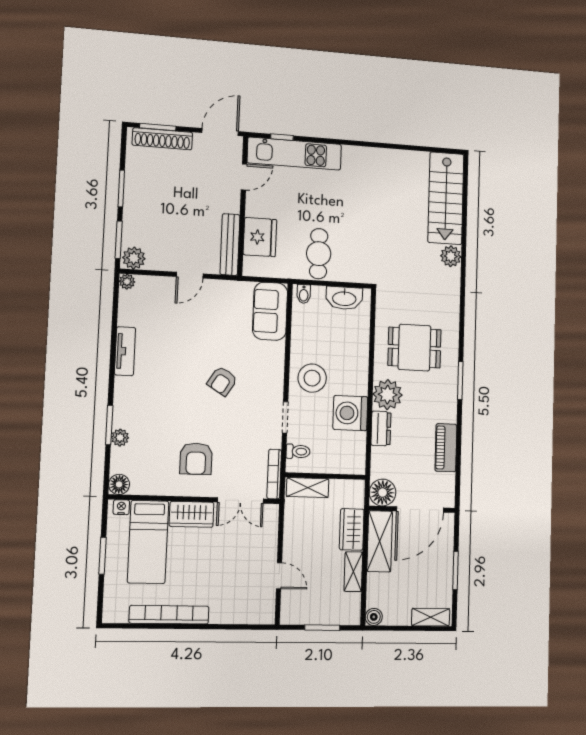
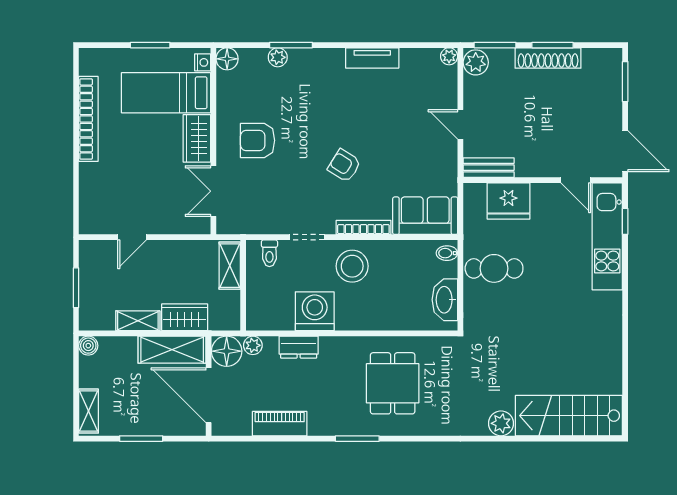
shoe rack: (162, 139) -> (548, 58), moved, turned -90
bench: (230, 245) -> (489, 168), width x0.73
plant: (387, 395) -> (253, 345), moved, width x0.53, depth x0.53
bookcase: (274, 474) -> (363, 227), moved

